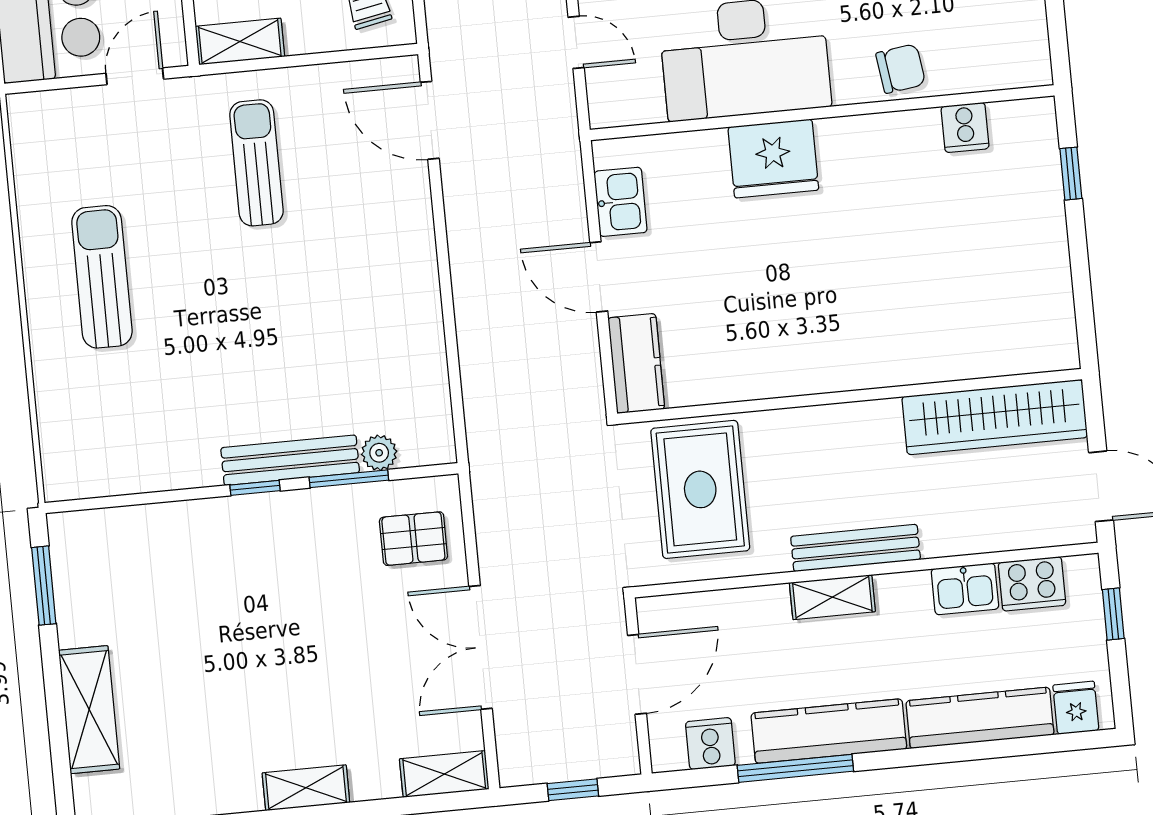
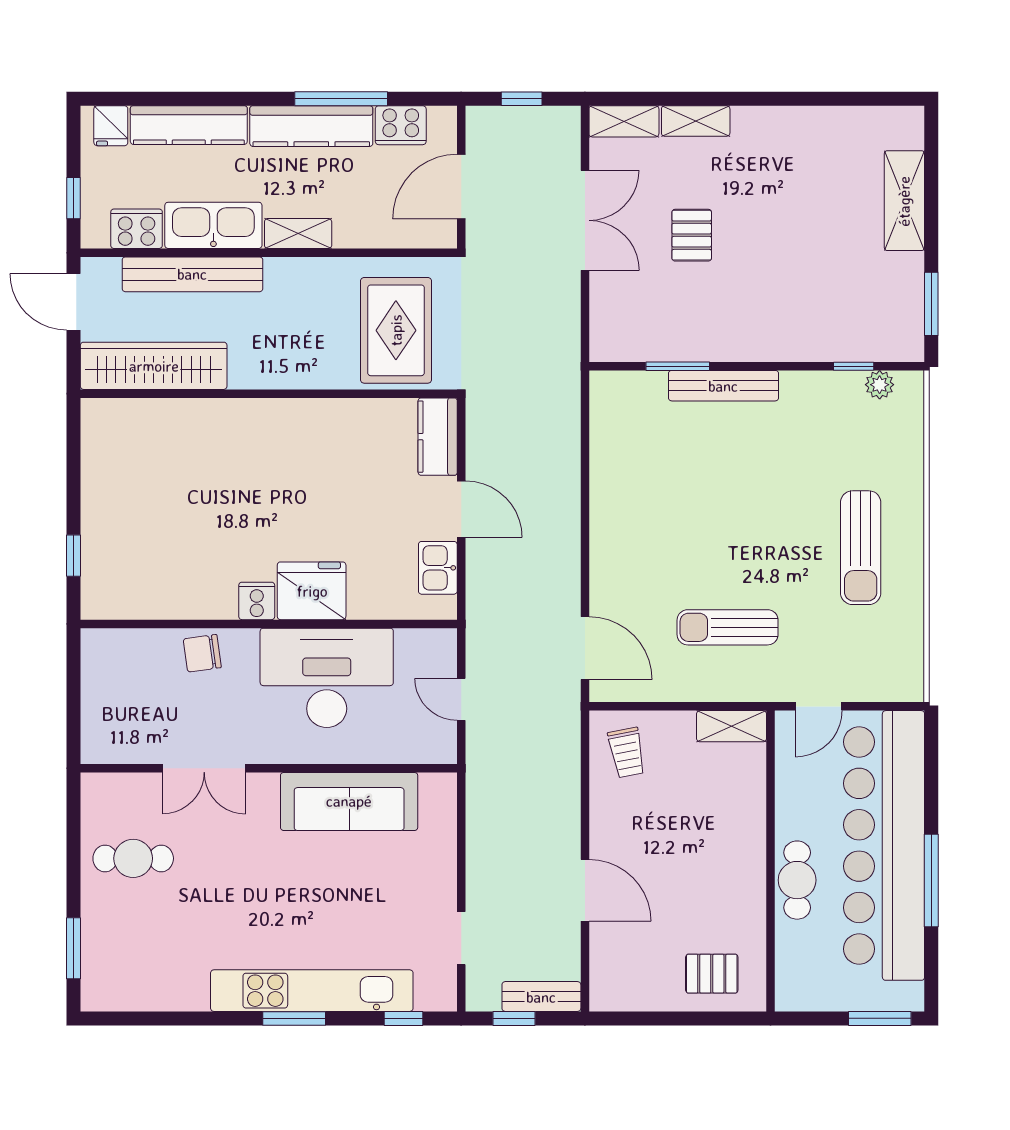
cooker: (965, 127) -> (257, 601), moved
sun lounger: (256, 163) -> (728, 627), turned 90
plant: (379, 453) -> (880, 385), moved
window: (255, 488) -> (854, 366), moved
pallet: (413, 539) -> (692, 235), moved, turned 90
bench: (856, 548) -> (192, 274), moved, width x1.37, depth x1.21
kitchen sink: (965, 589) -> (213, 225), width x1.88, depth x1.24
cooker: (710, 744) -> (401, 125), width x1.36
shelving: (306, 788) -> (696, 121), moved

